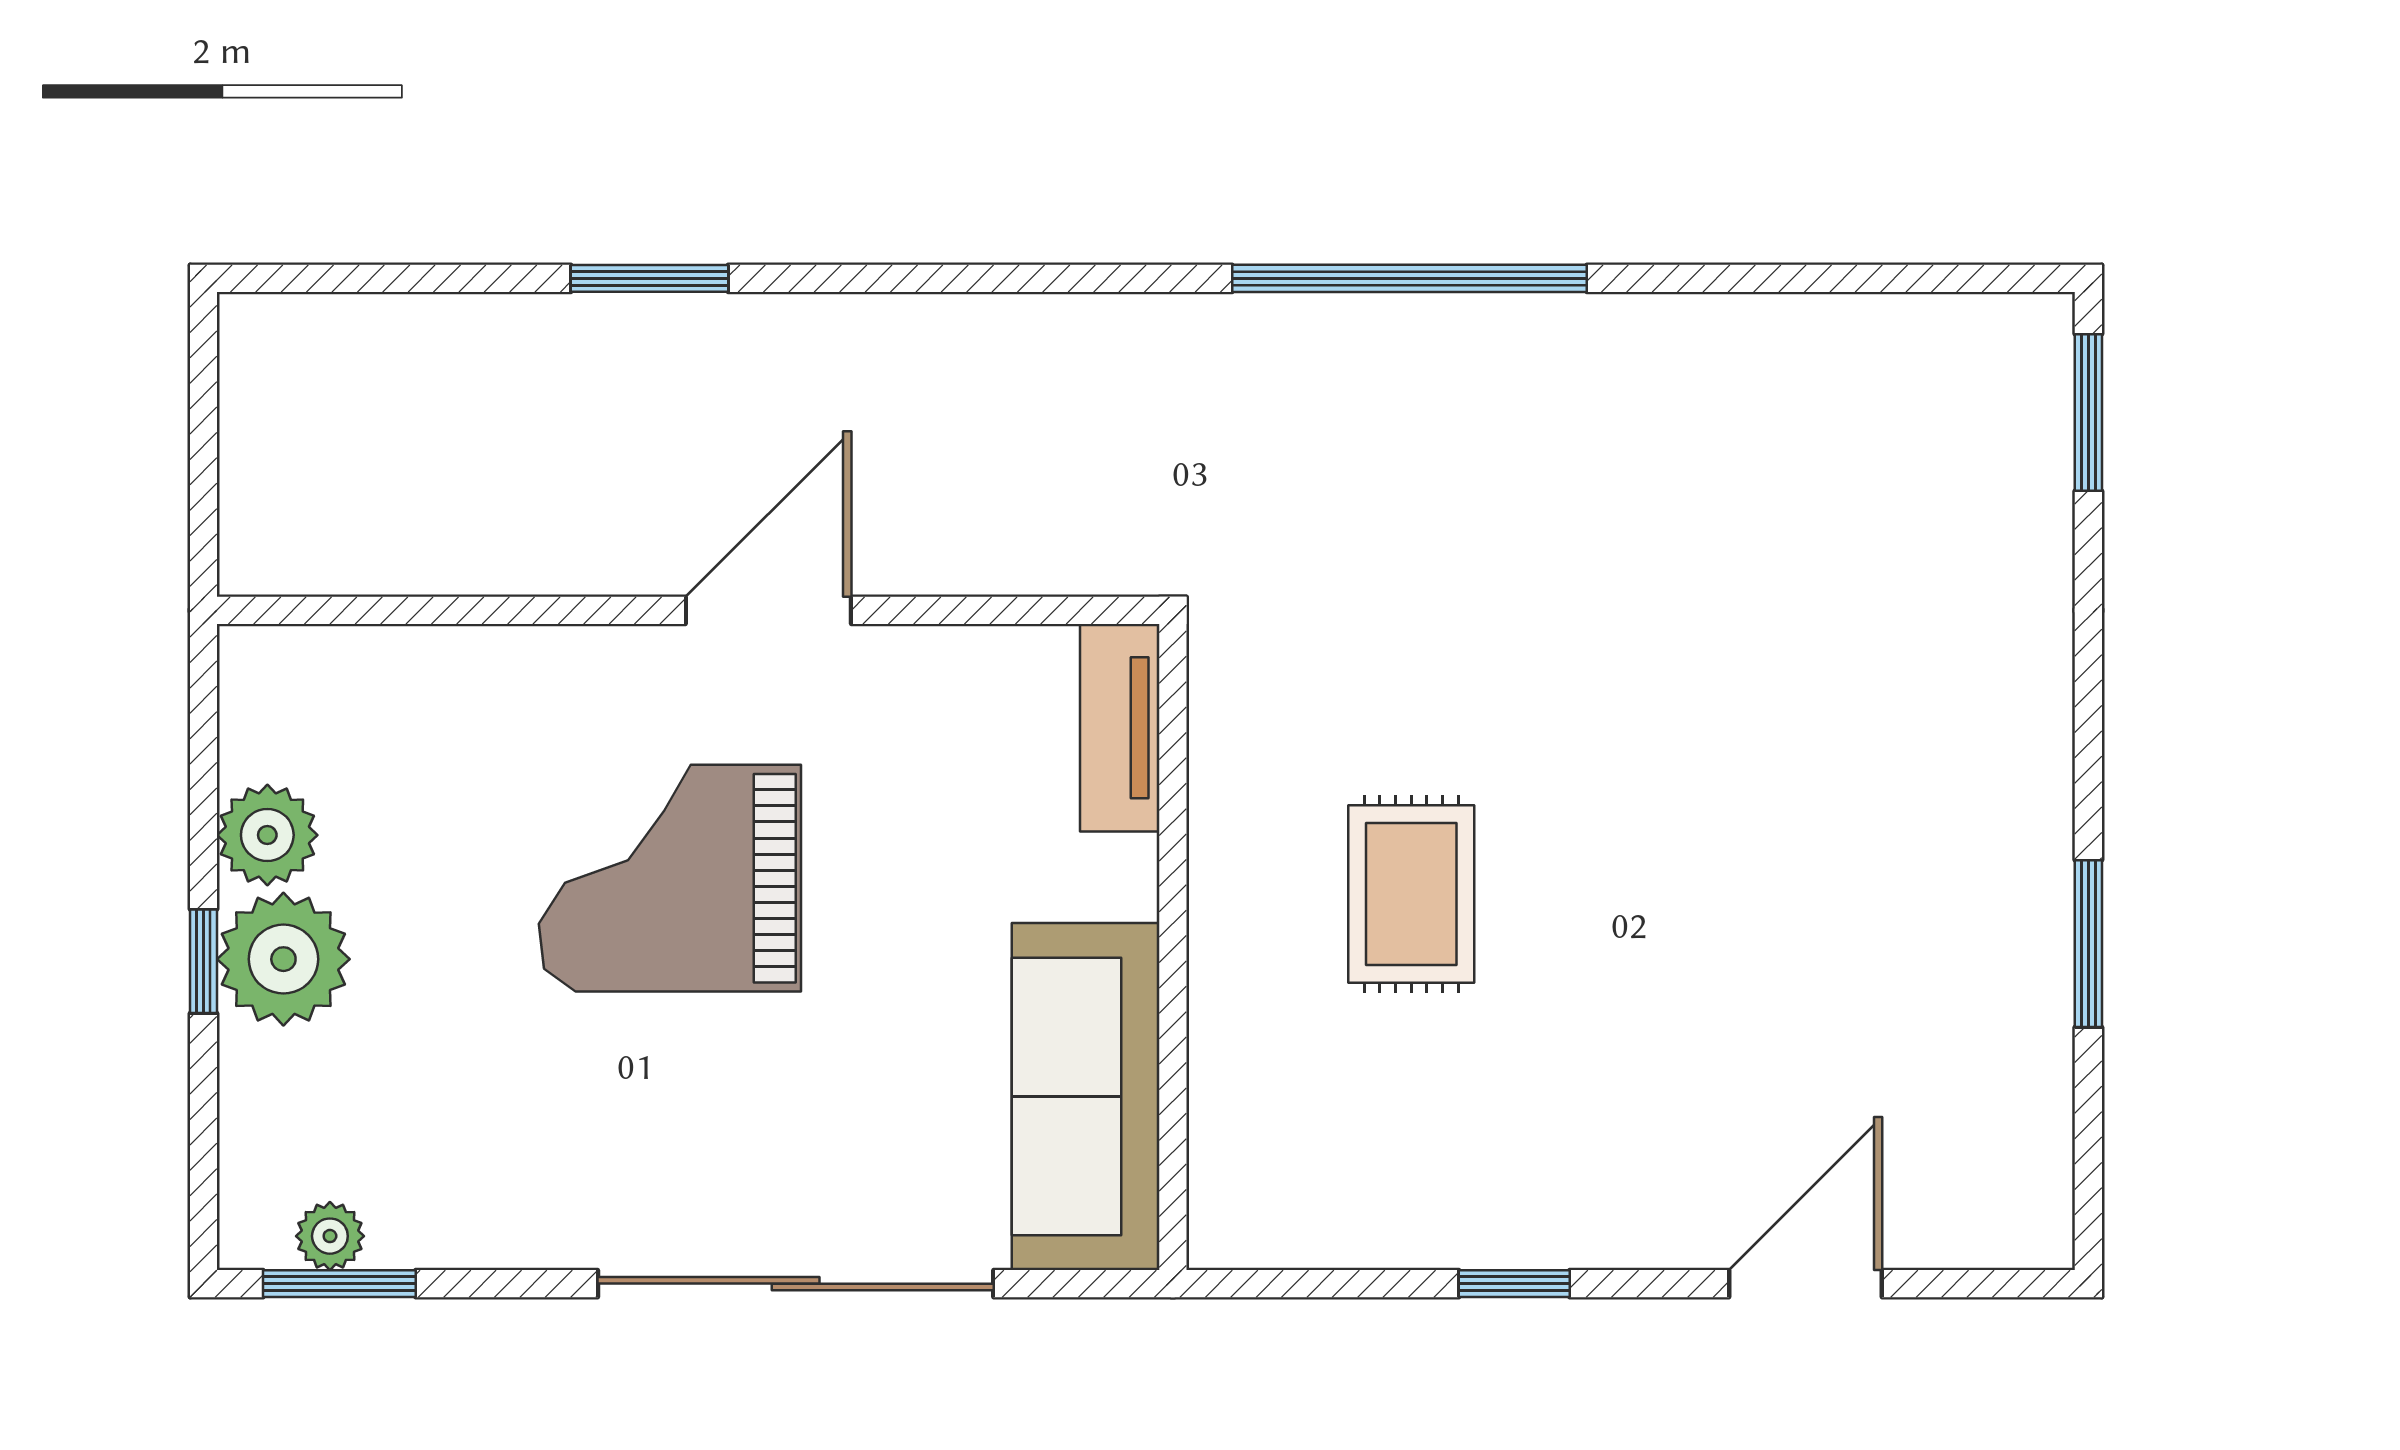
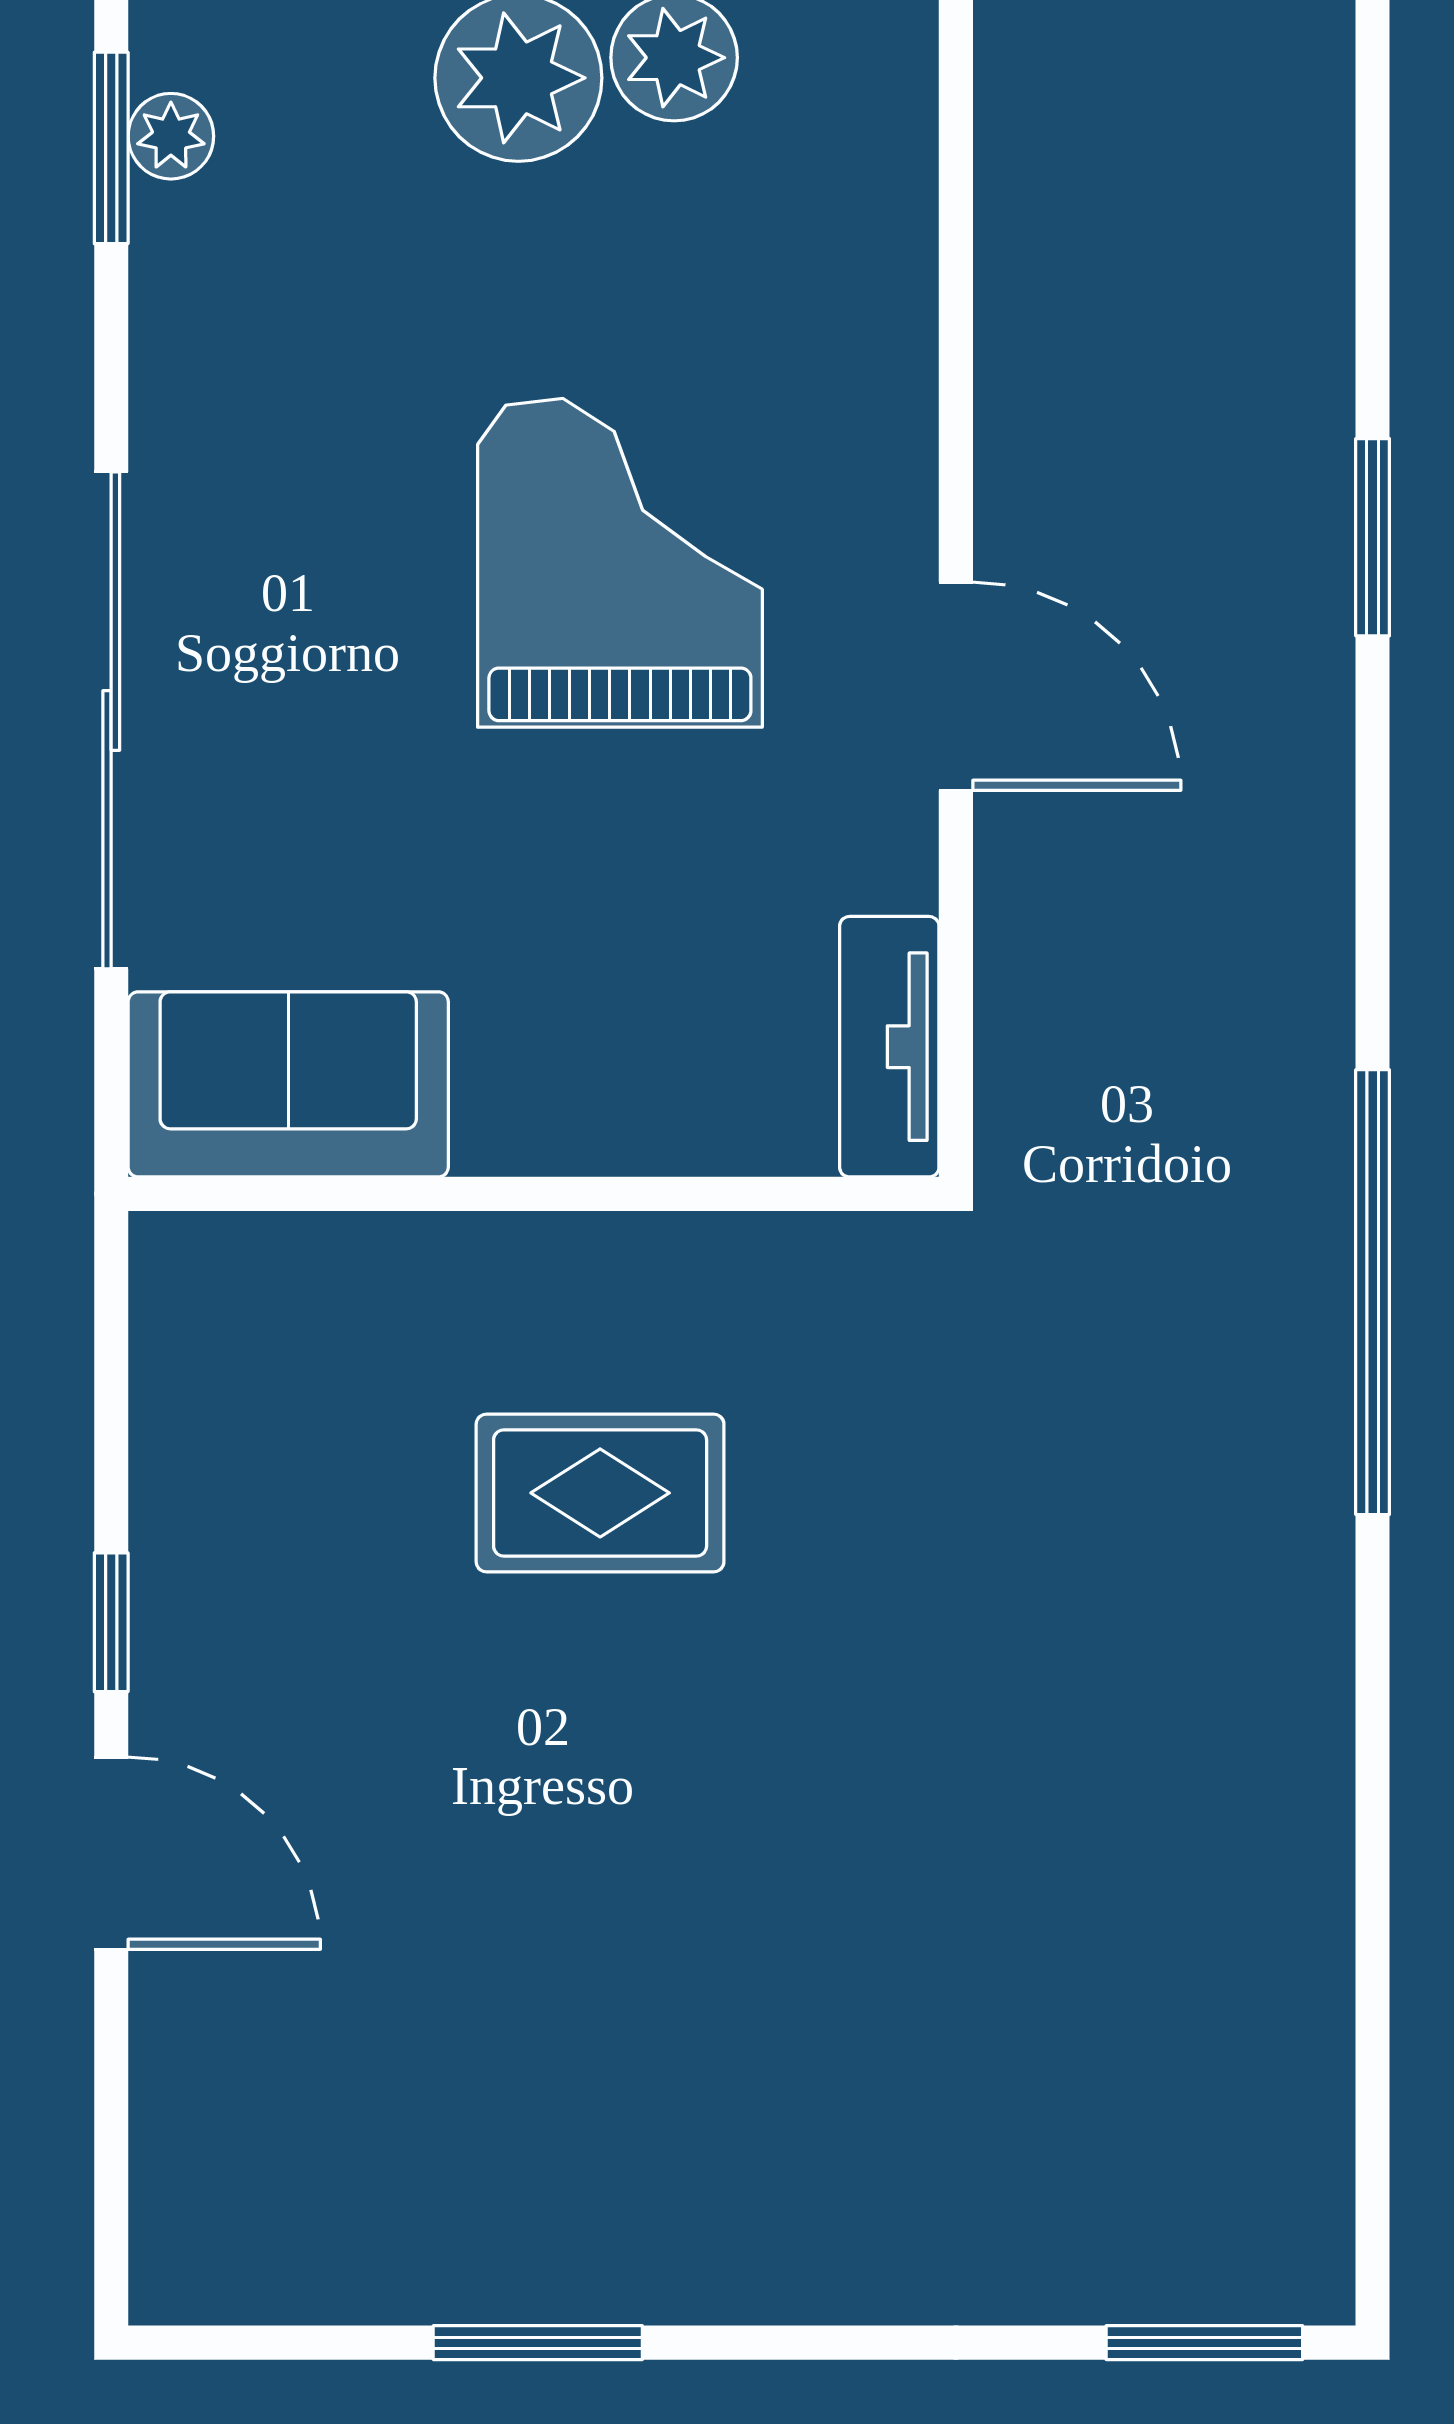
window: (1410, 278) -> (1373, 1292), moved
tv unit: (1120, 728) -> (889, 1047), moved, turned -90
sofa: (1086, 1097) -> (288, 1084), width x0.73
door: (1805, 1284) -> (111, 1853), moved

